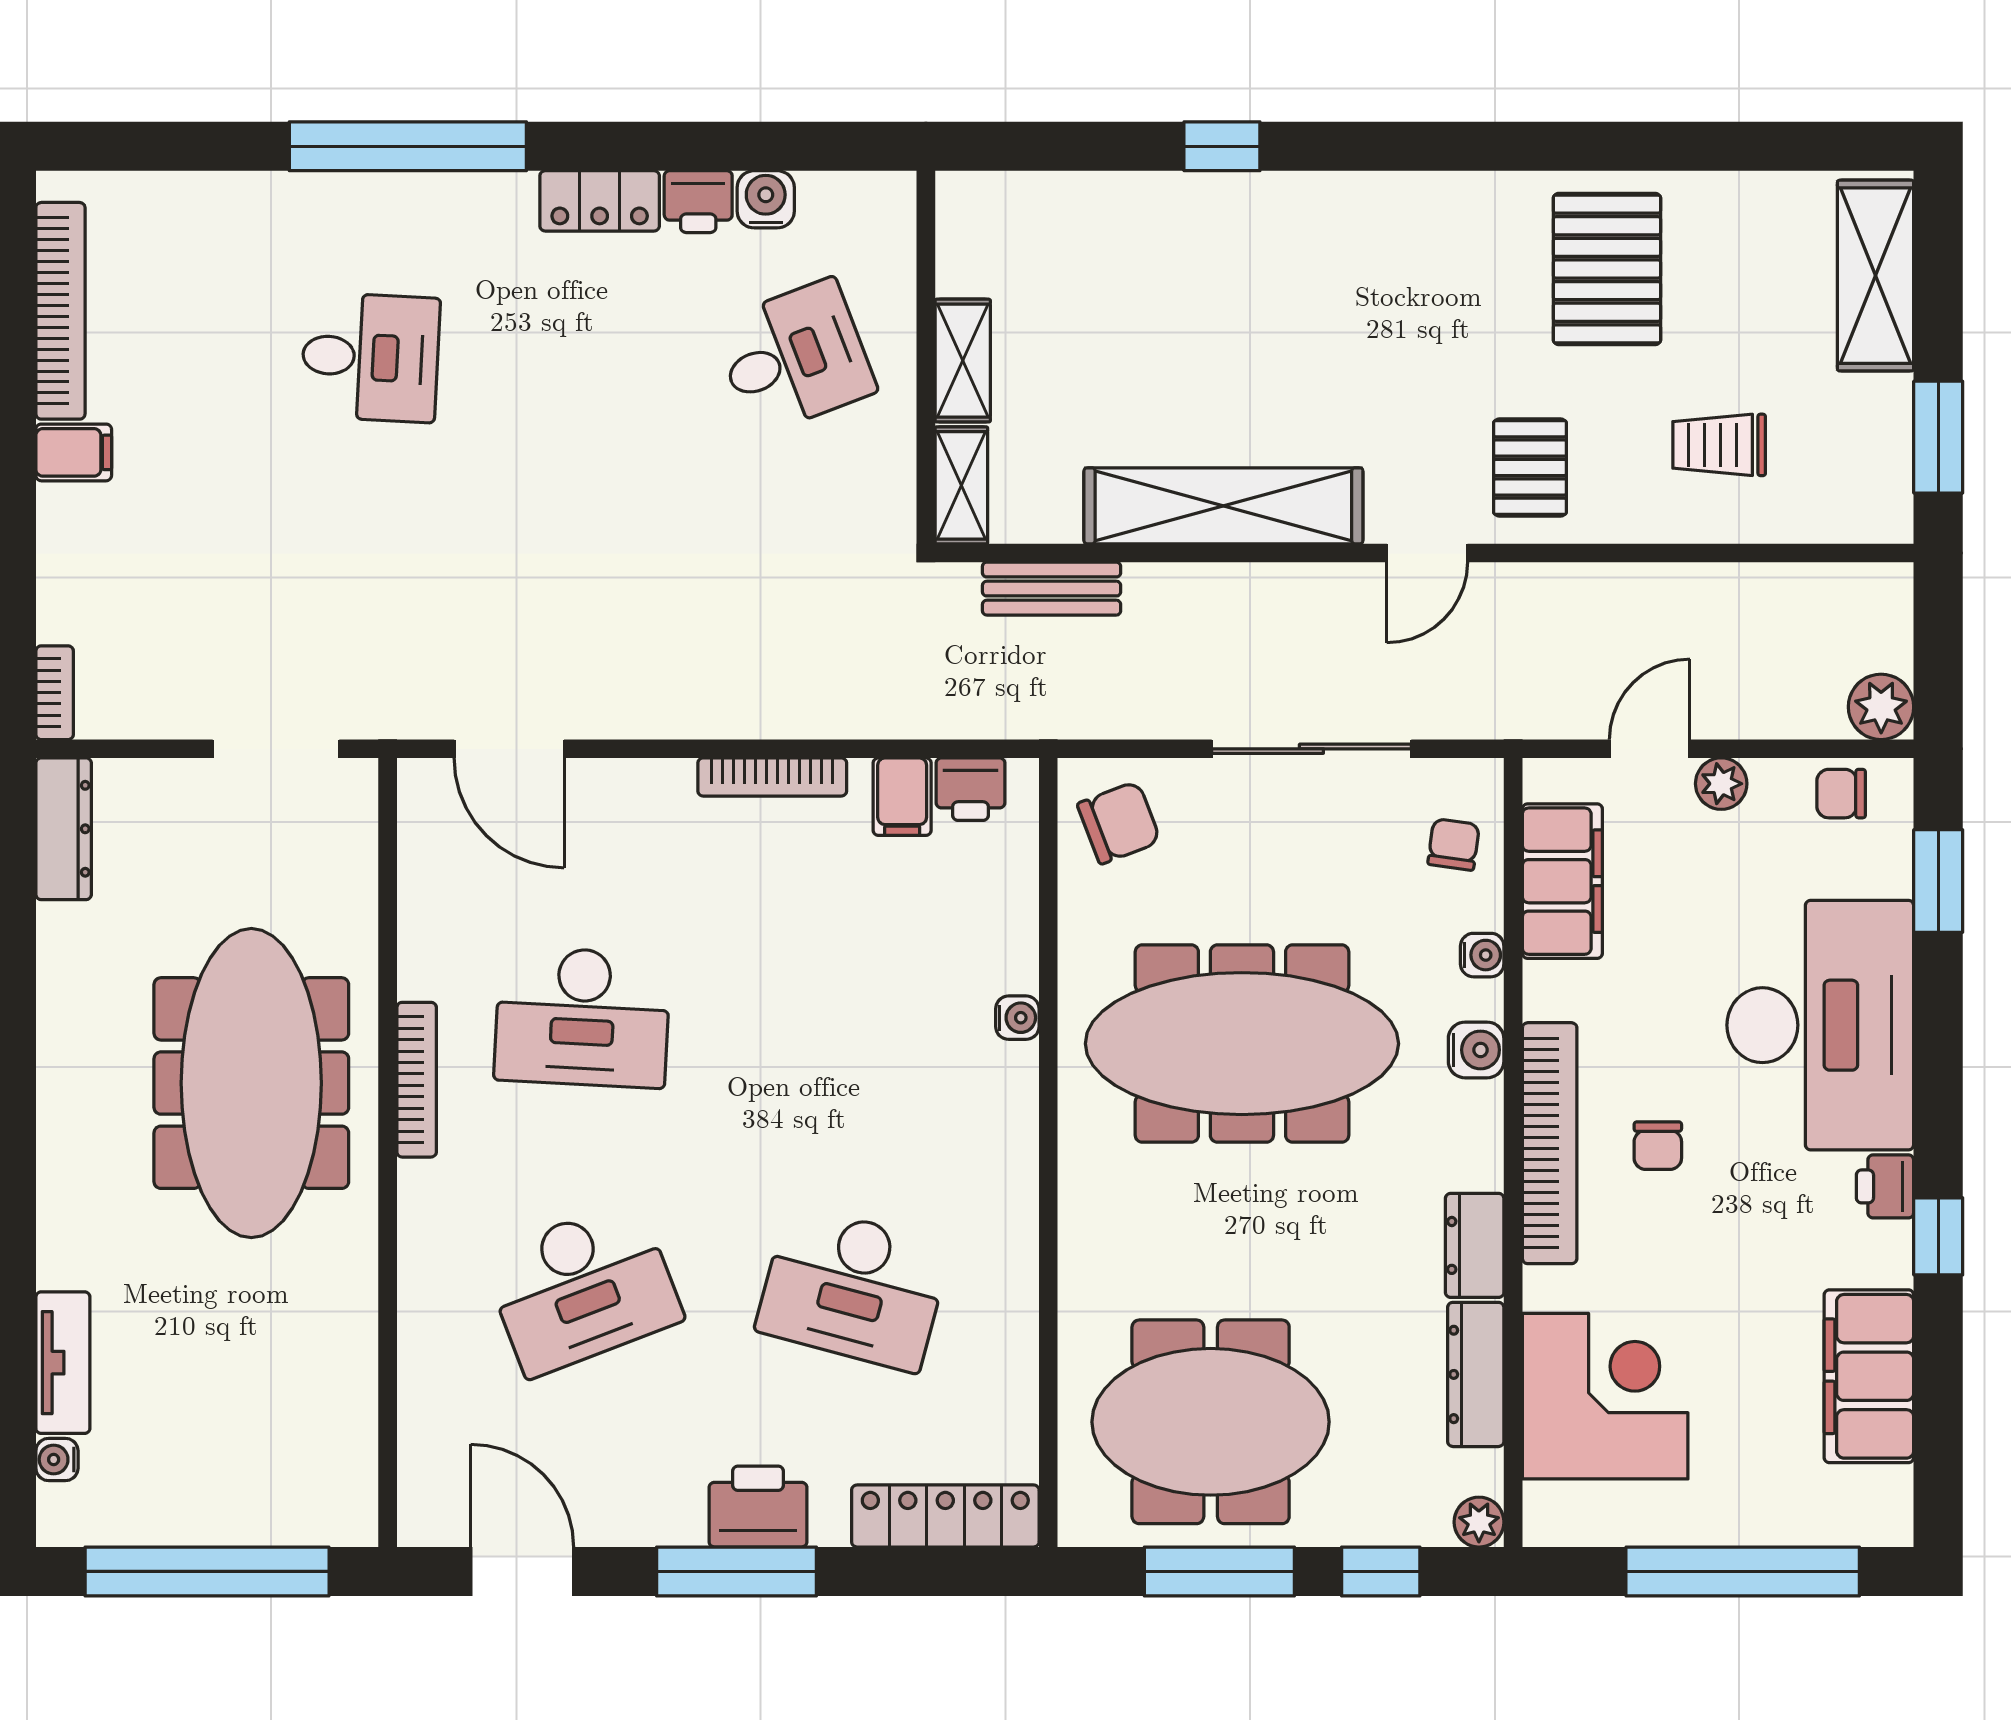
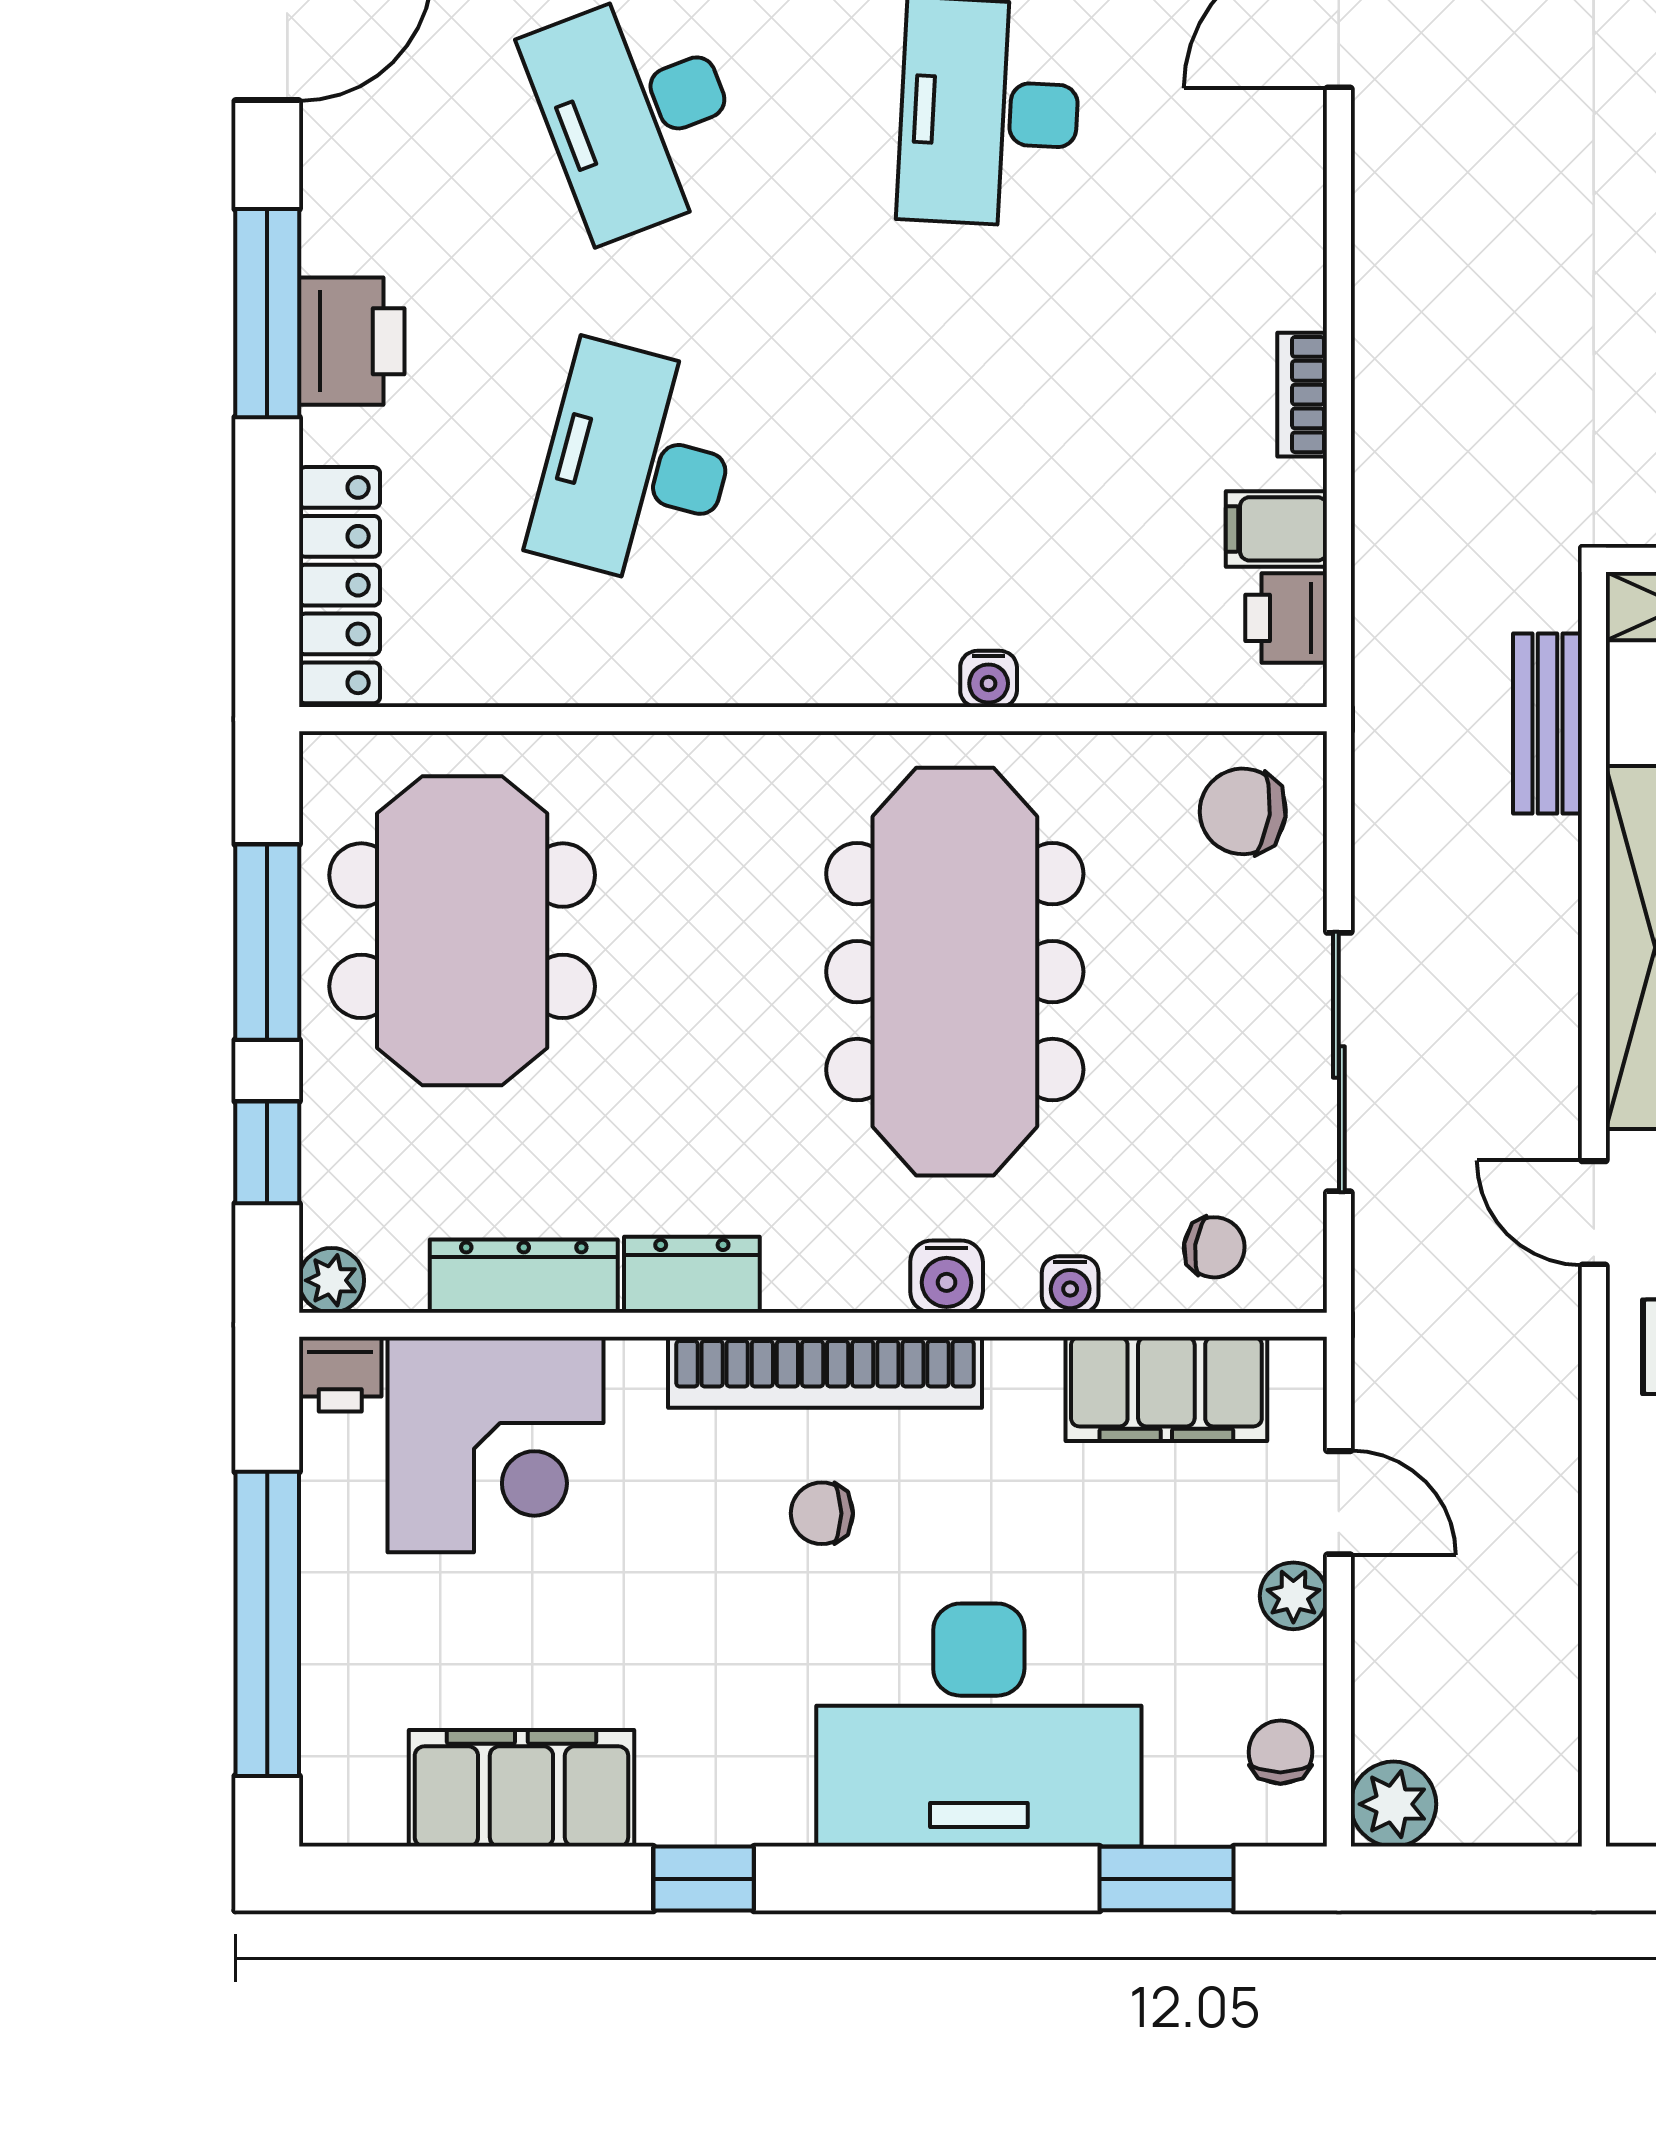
bookcase: (772, 777) -> (1302, 395), width x0.64
chair: (1119, 823) -> (1243, 811), turned 118
printer: (1885, 1186) -> (340, 1374), moved, turned 180

